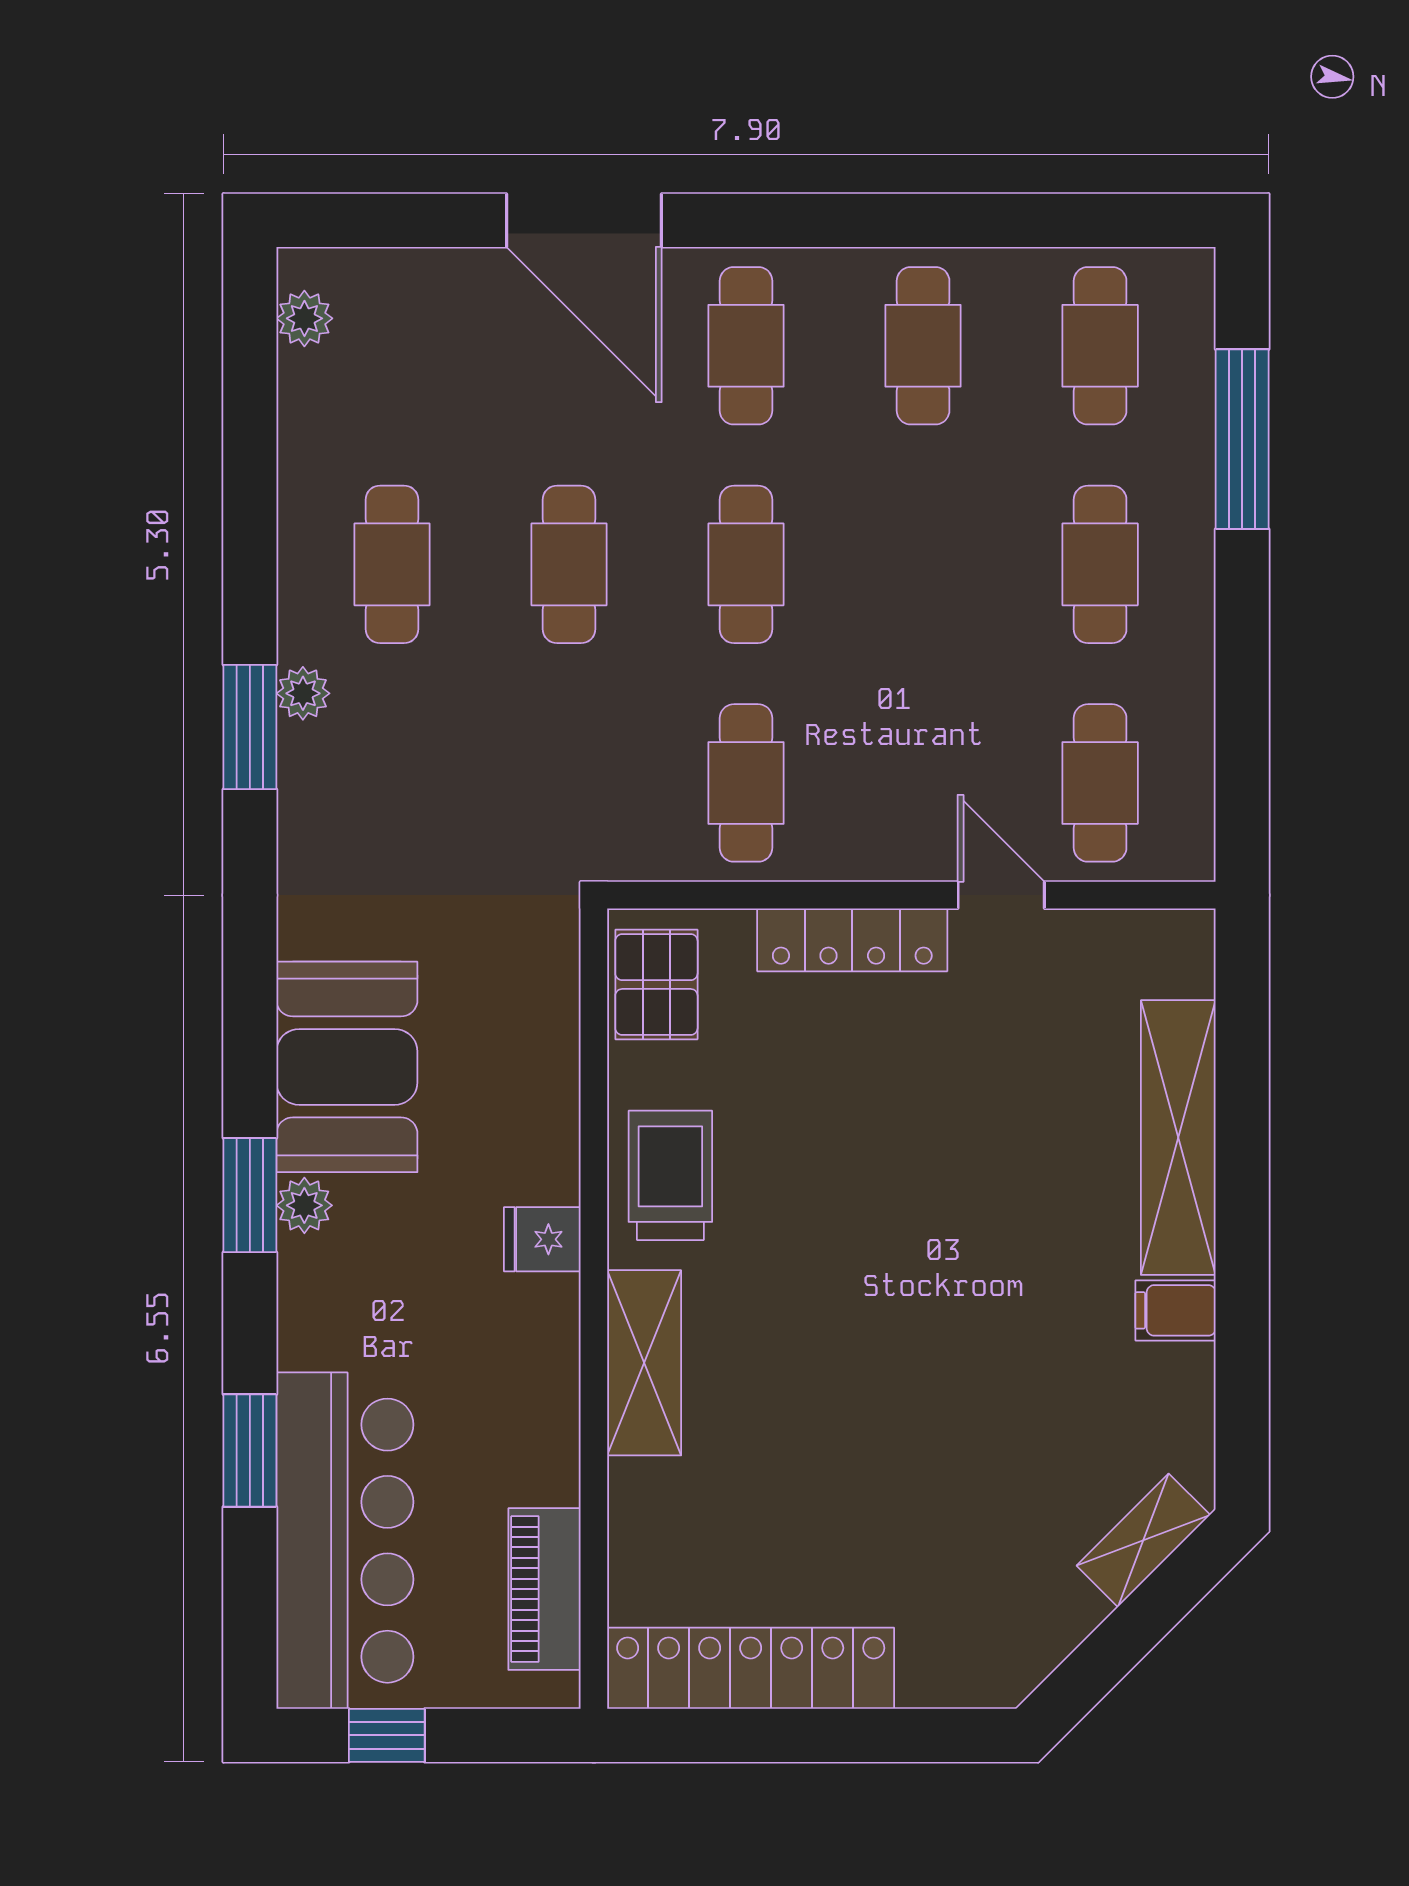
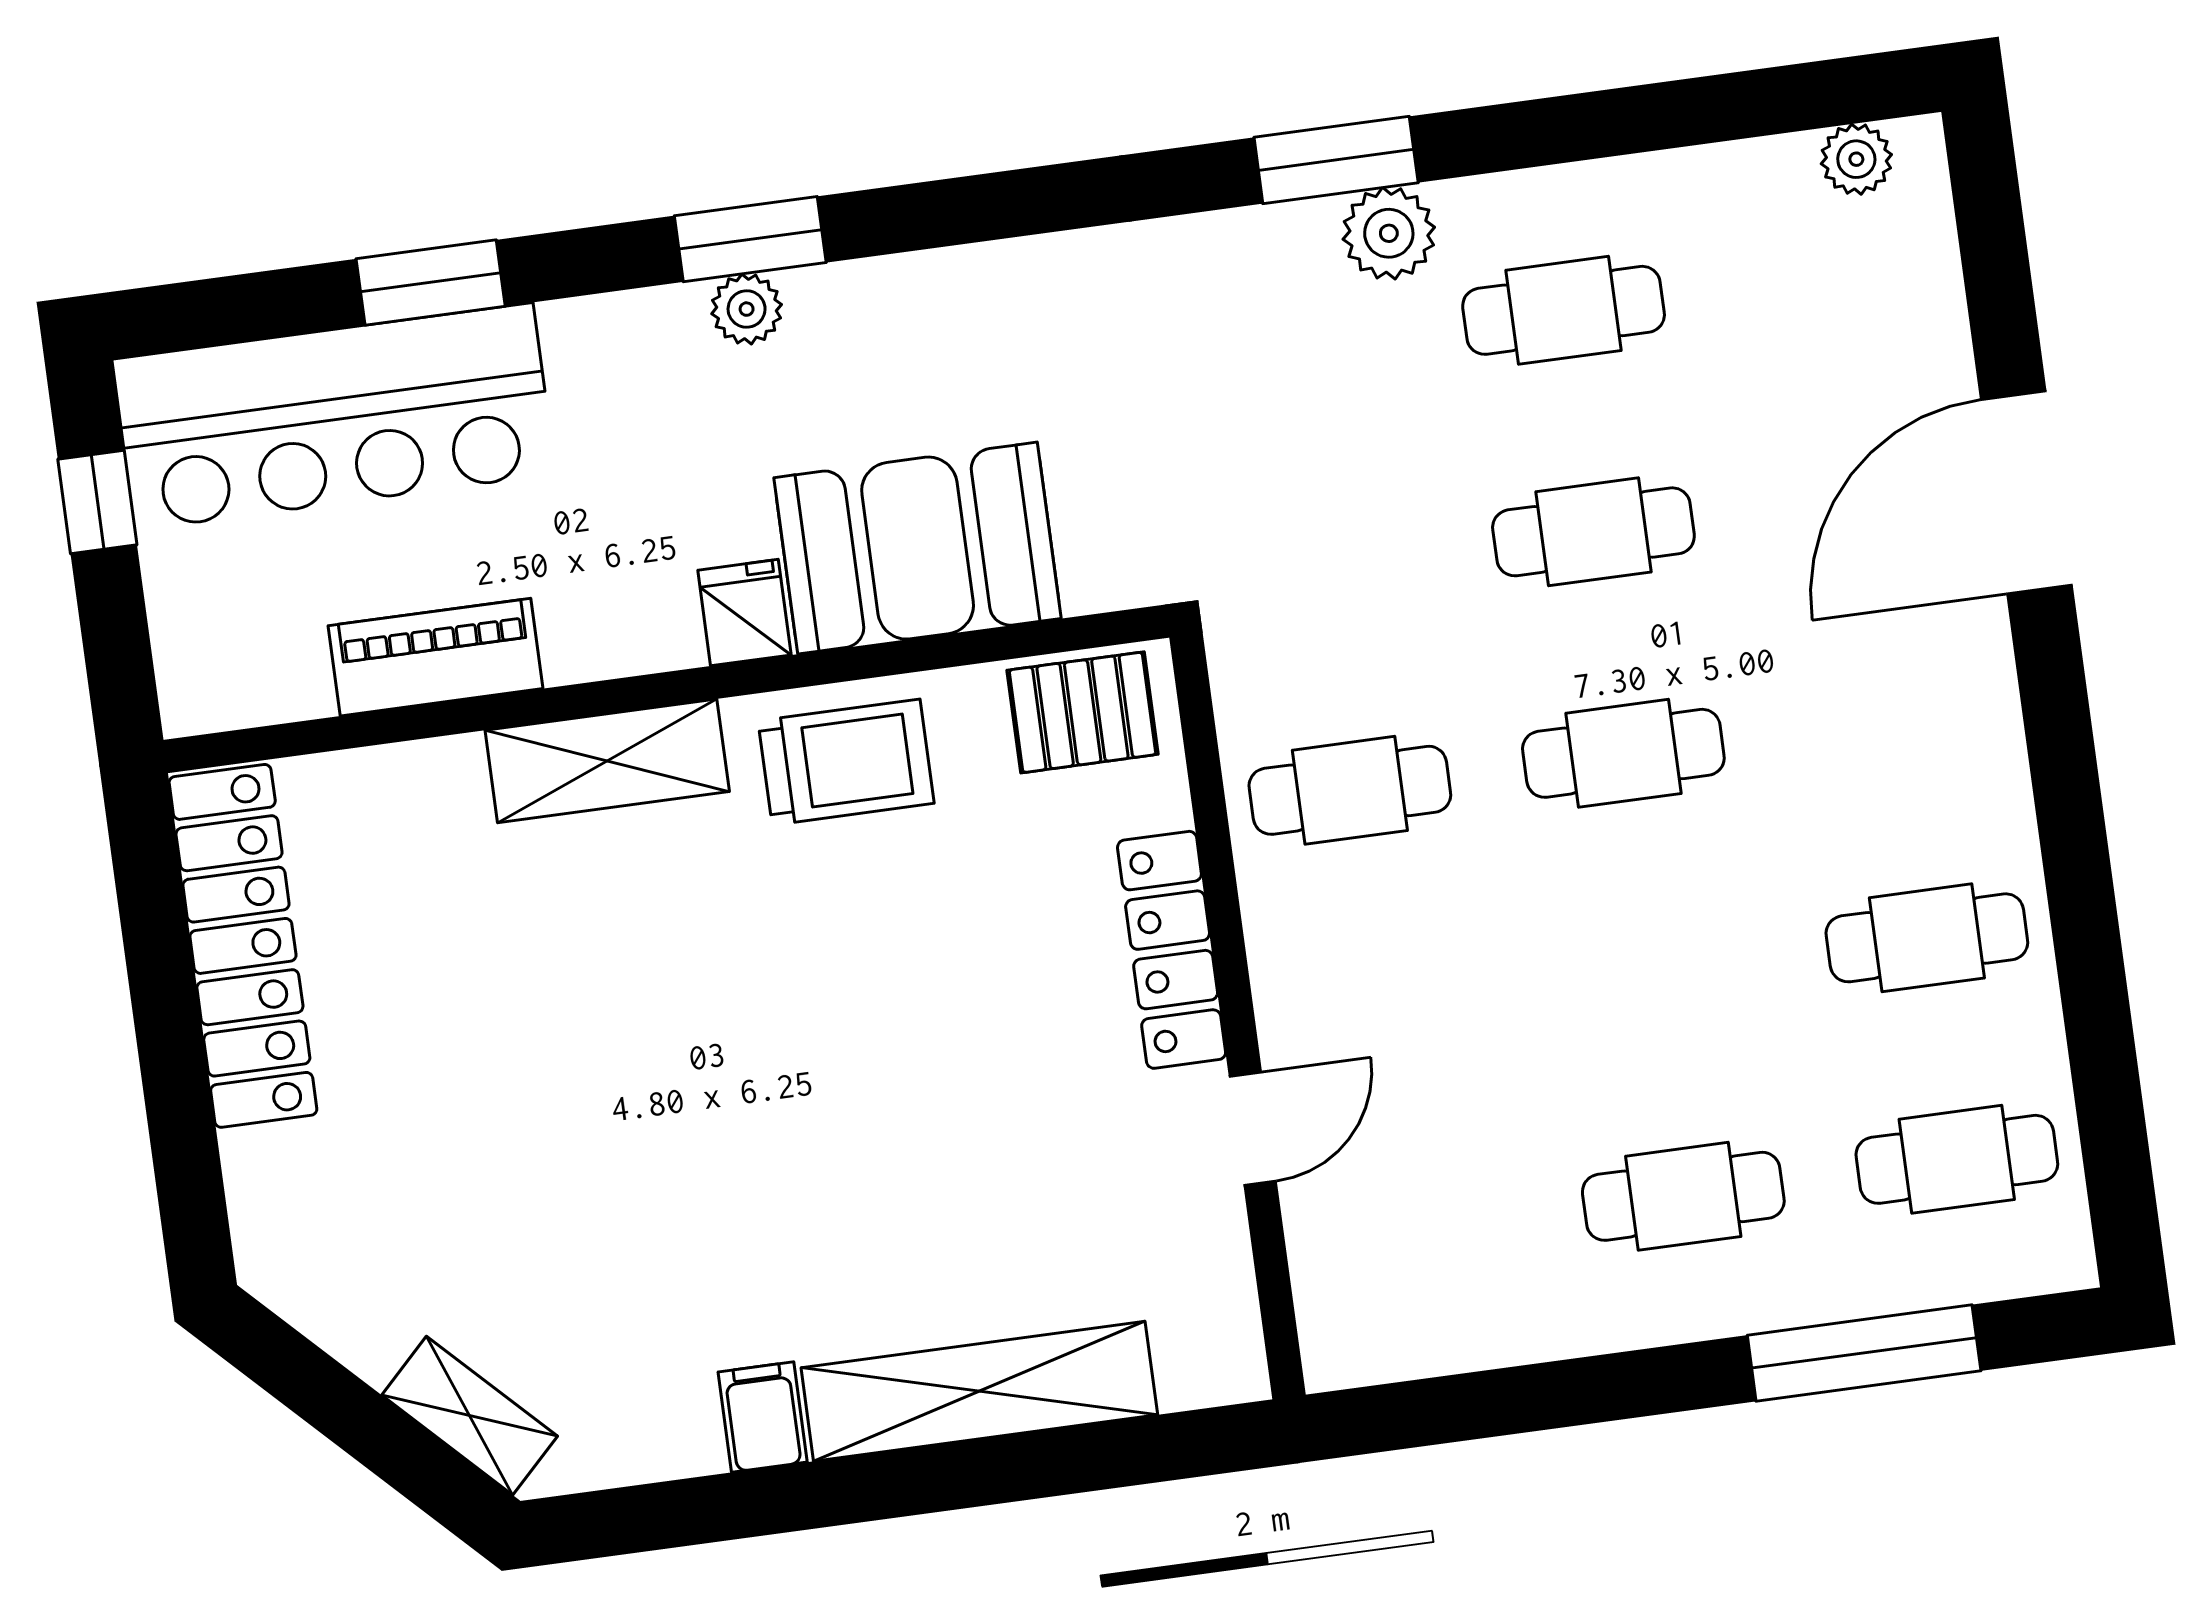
cafe table: (746, 346) -> (1897, 716), removed
plant: (303, 693) -> (1389, 233), width x1.38, depth x1.38
cafe table: (1100, 783) -> (1410, 1233), removed
booth: (347, 1067) -> (918, 548), moved
piano: (544, 1589) -> (436, 657), moved

